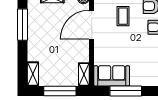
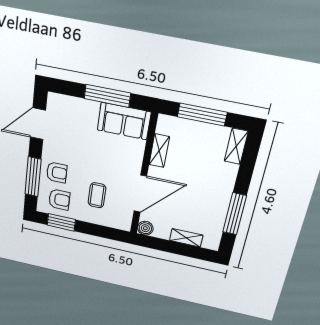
shelving: (84, 74) -> (159, 151), moved

